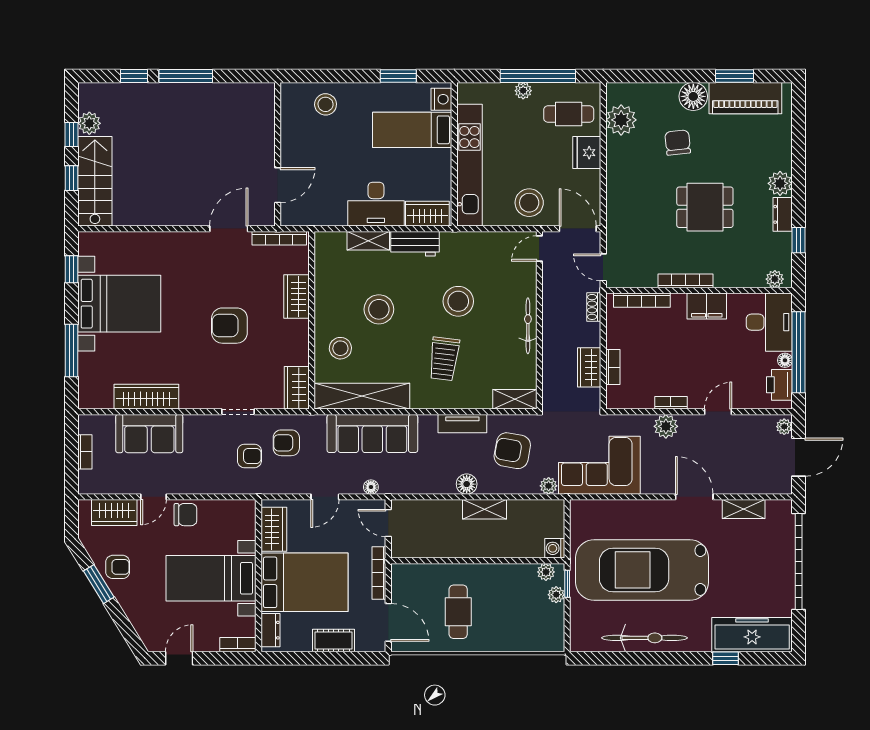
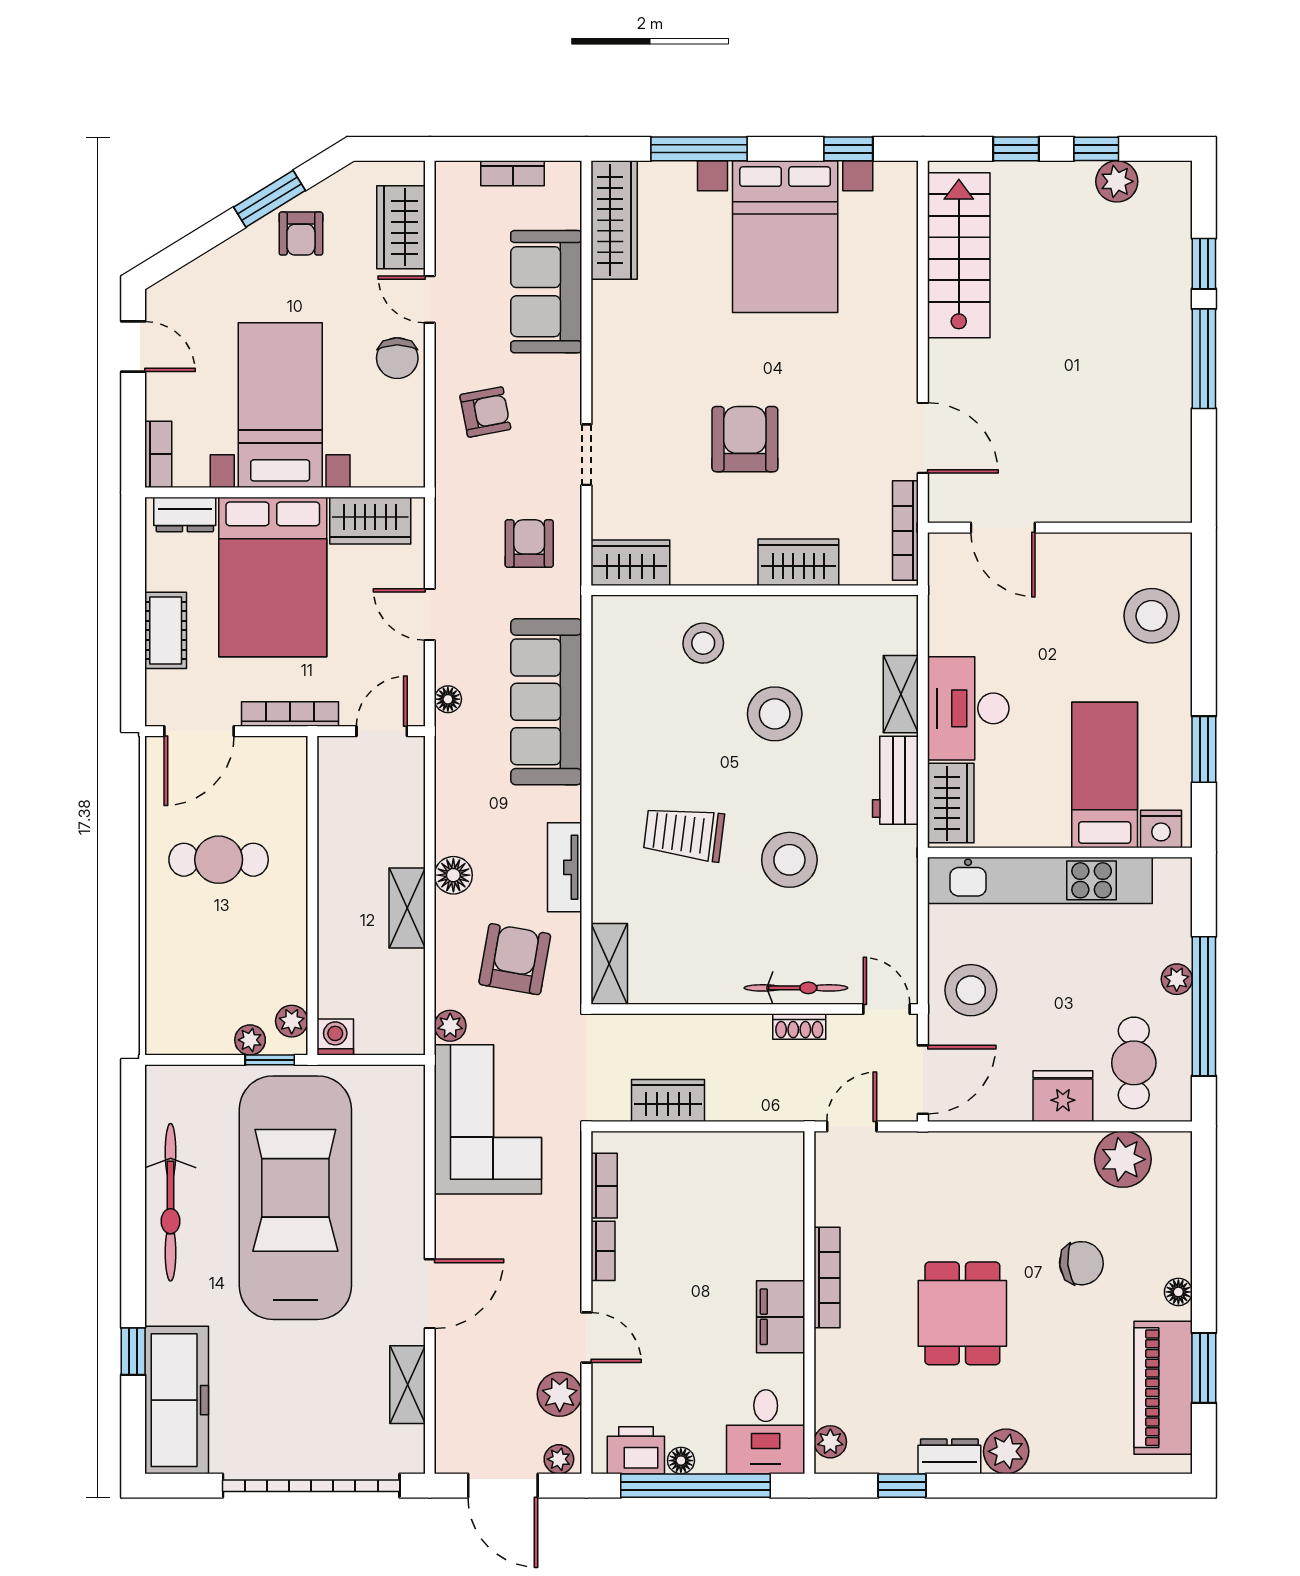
floor lamp: (693, 96) -> (1178, 1292), width x0.53, depth x0.53
stool: (326, 104) -> (1152, 616), width x1.38, depth x1.38
stairs: (95, 181) -> (959, 255), moved, turned -90
bookcase: (642, 300) -> (791, 1197), removed
shoe rack: (594, 307) -> (799, 1026), moved, turned 180
desk: (769, 322) -> (766, 1432), width x0.73
bicycle: (528, 326) -> (796, 988), moved
bookcase: (613, 367) -> (604, 1186), moved, turned -90
shelving: (362, 396) -> (615, 683), removed
wardrobe: (146, 397) -> (614, 220), moved
plant: (666, 426) -> (560, 1394), moved
armchair: (249, 456) -> (485, 412), moved, turned -101

